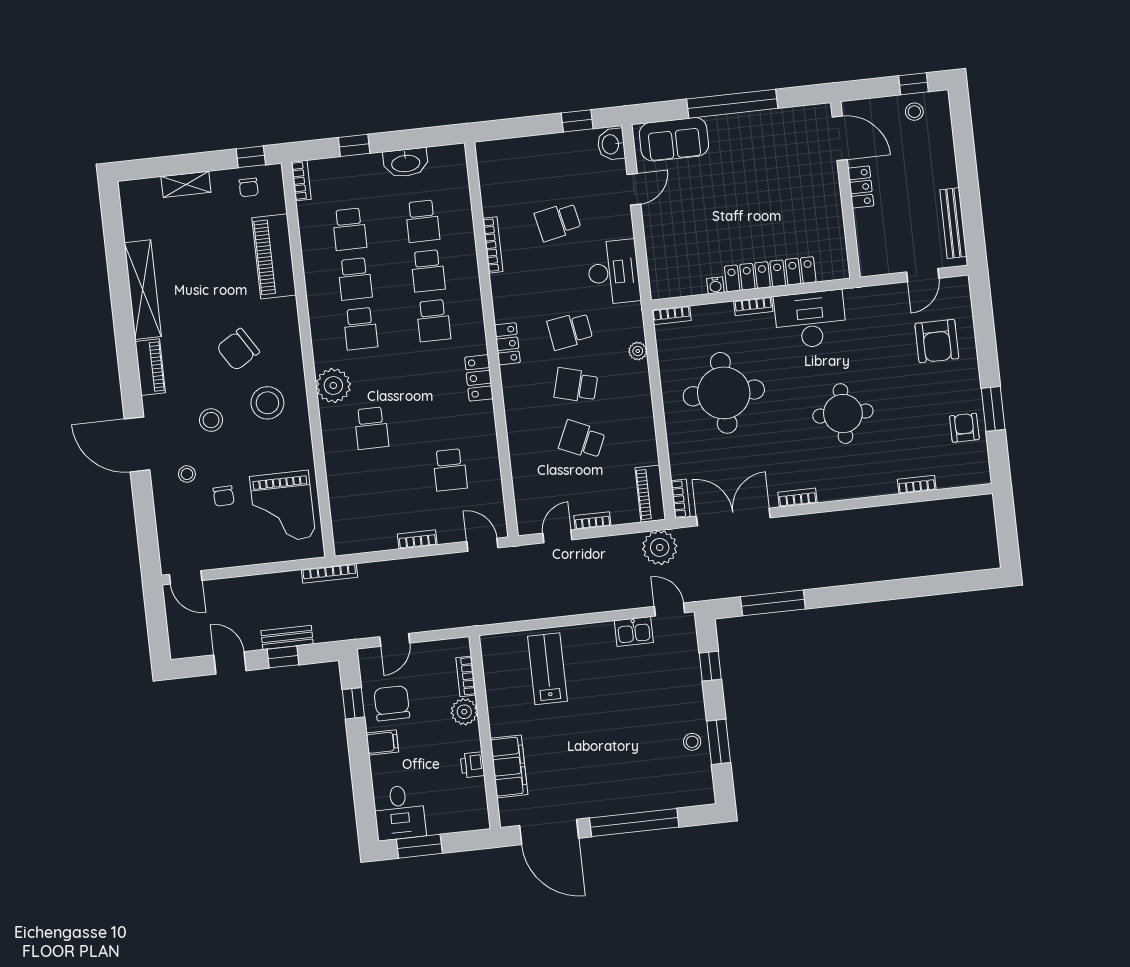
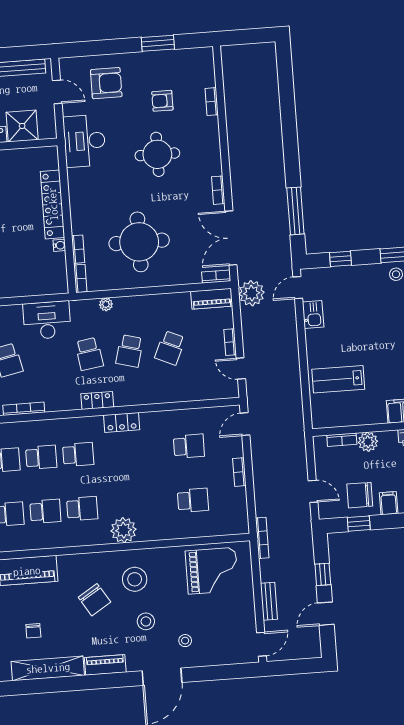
shower: (875, 229) -> (22, 126), added
bookcase: (753, 306) -> (78, 249), moved
desk: (810, 320) -> (84, 141), moved
school desk: (372, 428) -> (193, 500), moved
armchair: (964, 428) -> (162, 101), moved
chair: (224, 496) -> (33, 631), moved, turned 92
bench: (287, 637) -> (269, 601), moved

